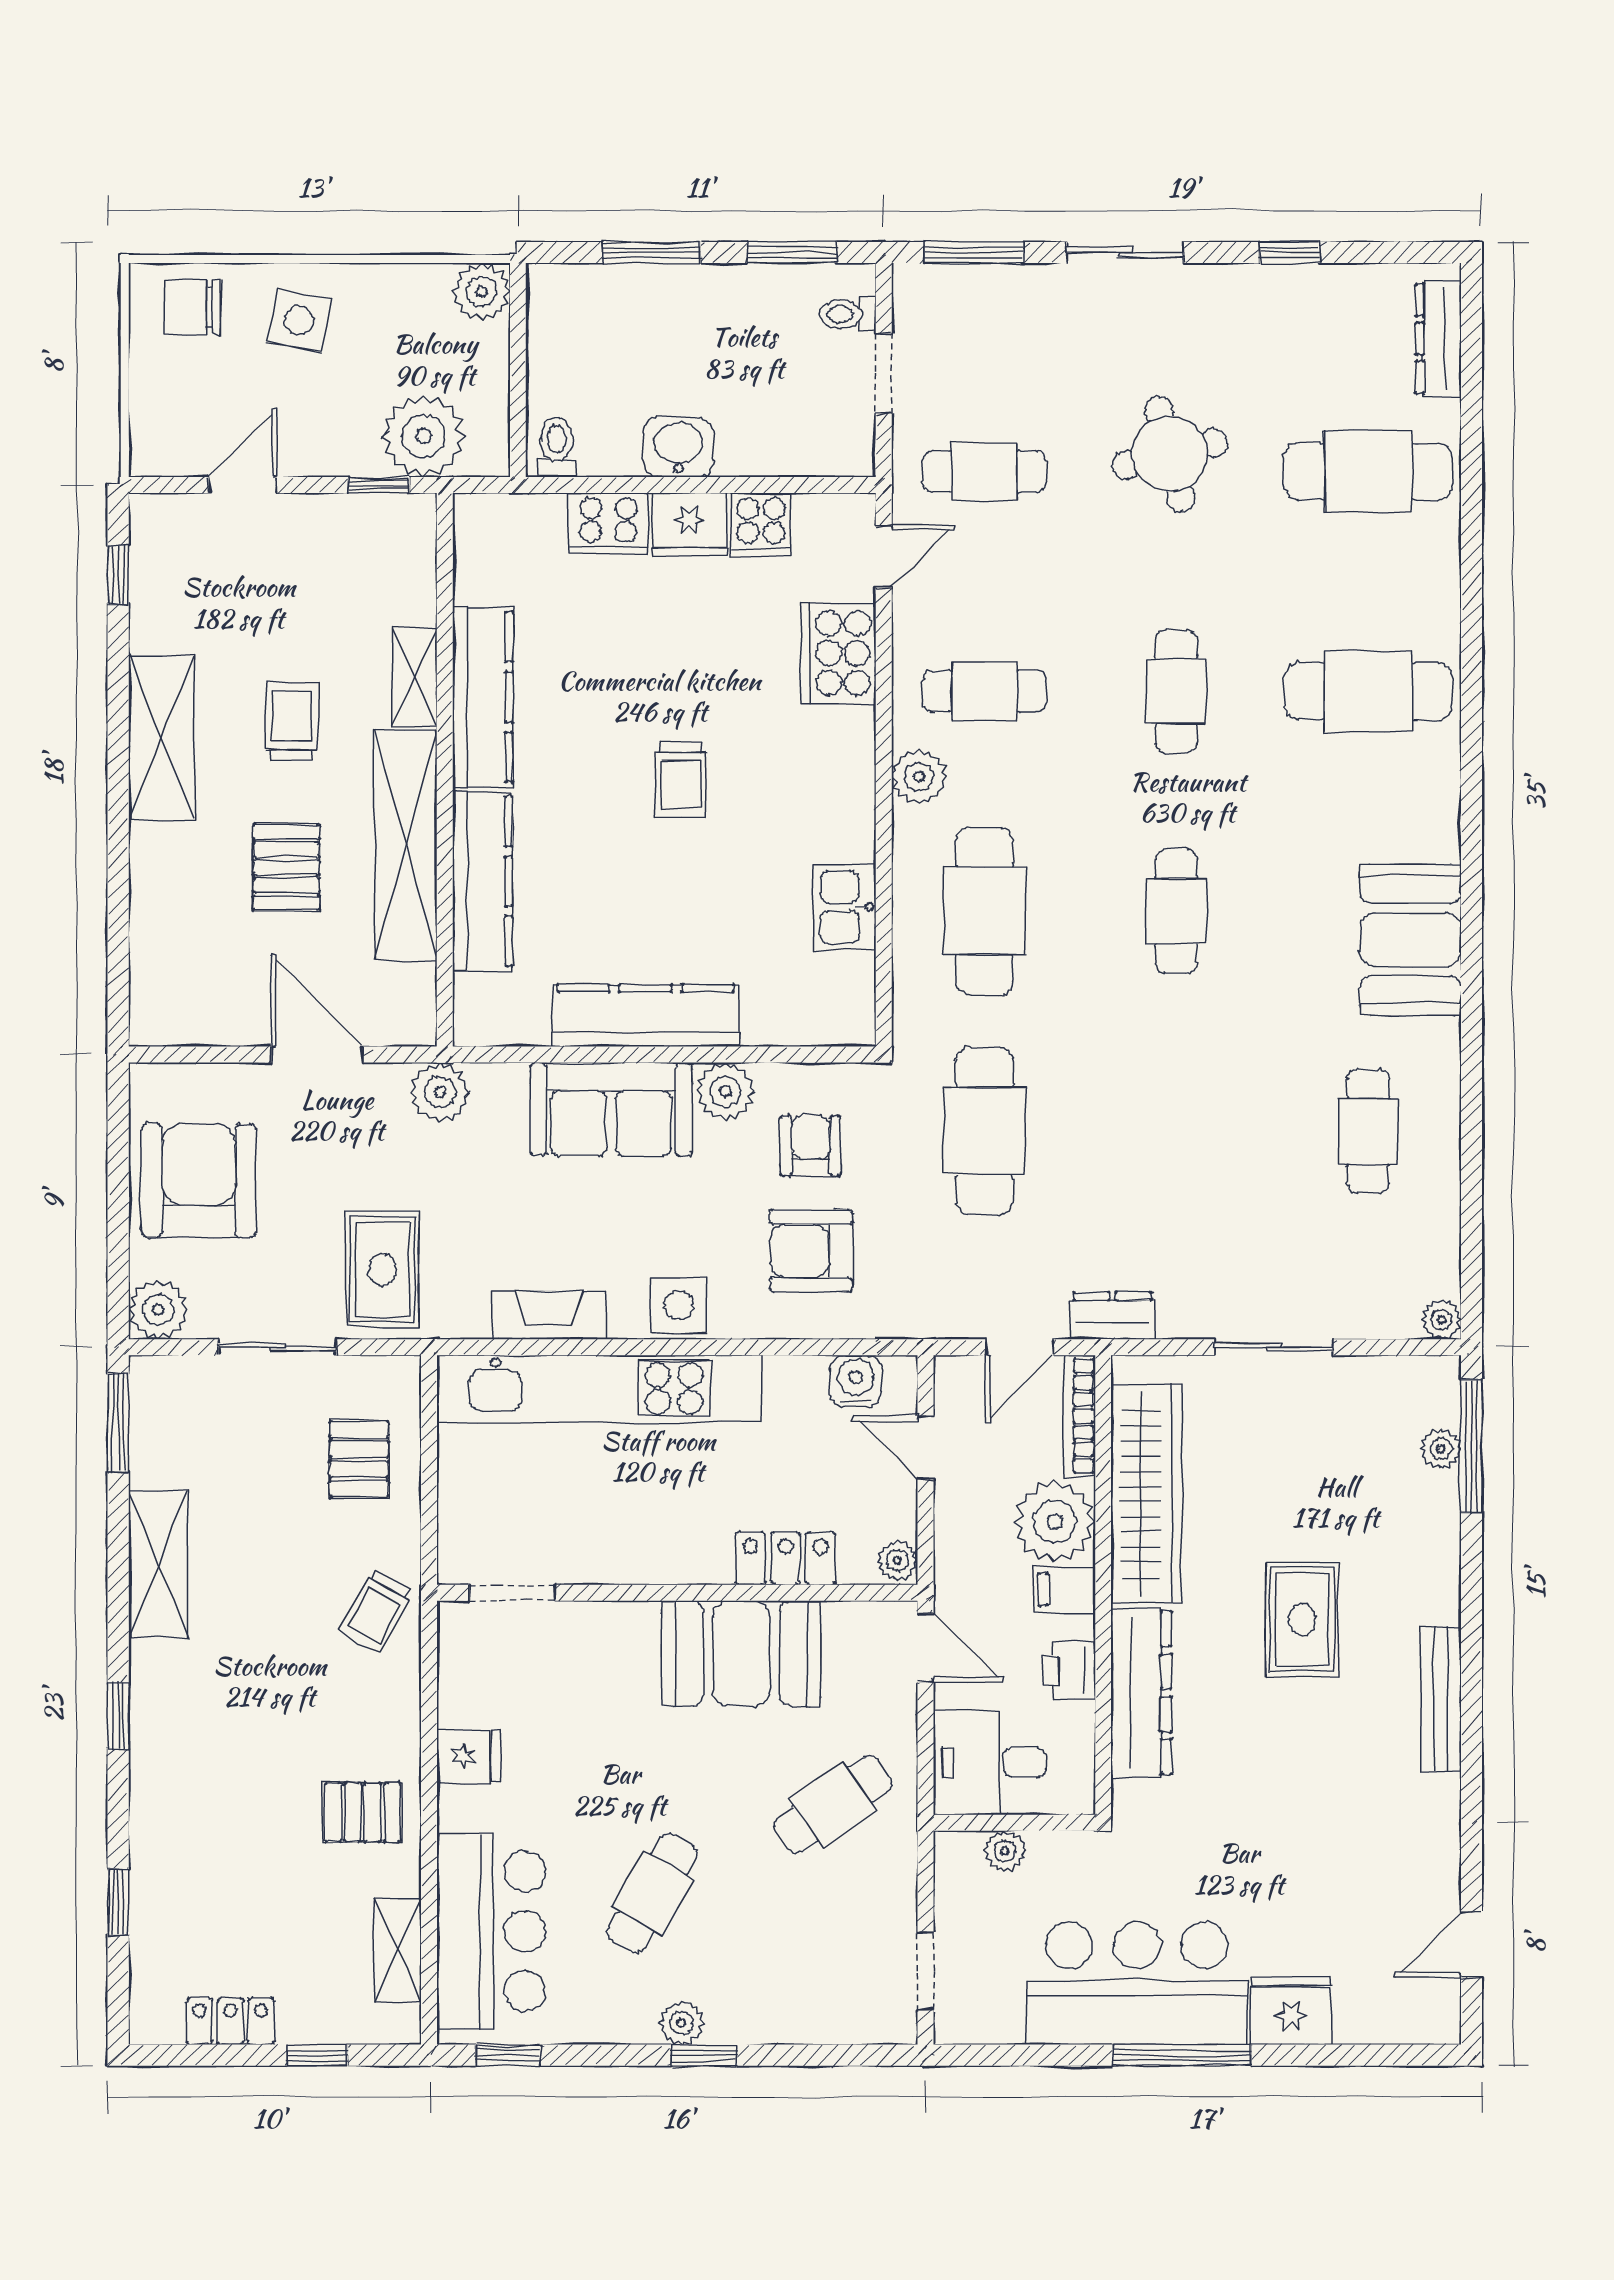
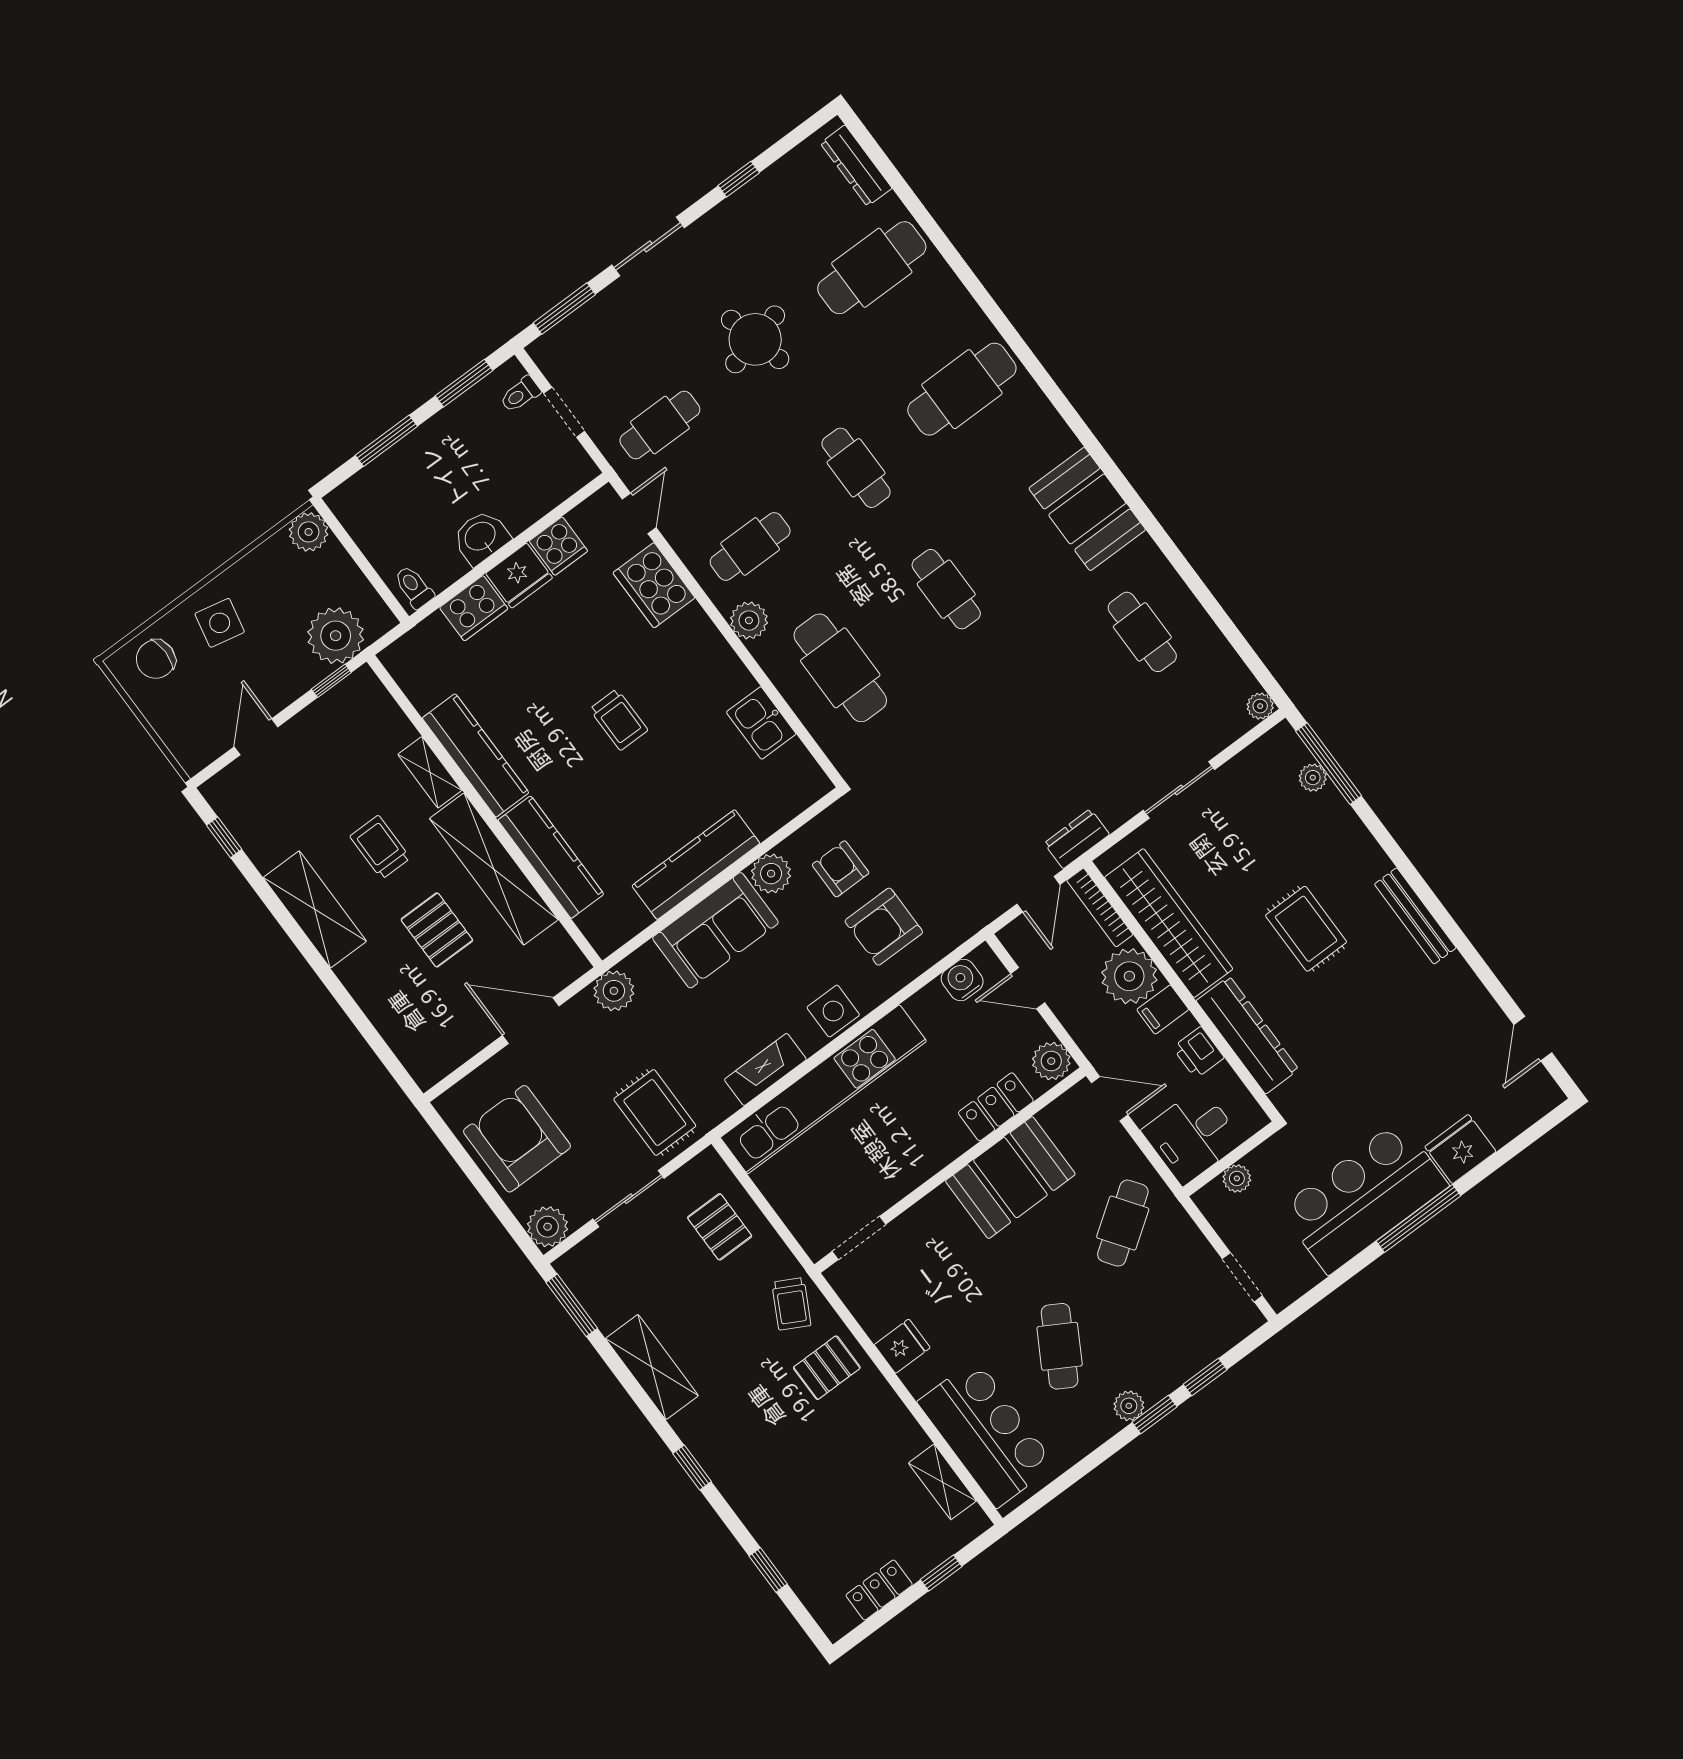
cafe table: (984, 1131) -> (930, 789), removed
plant: (897, 1561) -> (1051, 1061), width x1.38, depth x1.38
pallet: (363, 1812) -> (827, 1368), moved
window: (508, 2055) -> (1205, 1377), moved

